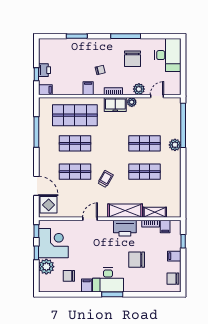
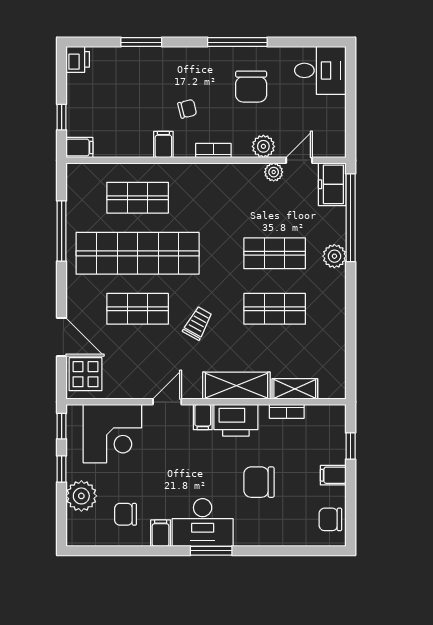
desk: (168, 55) -> (320, 70), width x0.73
printer: (45, 70) -> (78, 59), moved
plant: (132, 102) -> (274, 172), moved
freezer: (115, 105) -> (332, 184), moved, turned 90
shop shelf: (75, 115) -> (138, 198), width x0.70, depth x0.74
shop shelf: (75, 143) -> (138, 253), width x2.00, depth x1.36
filing cabinet: (165, 227) -> (203, 417), moved
corner desk: (53, 243) -> (112, 434), moved, turned 90

